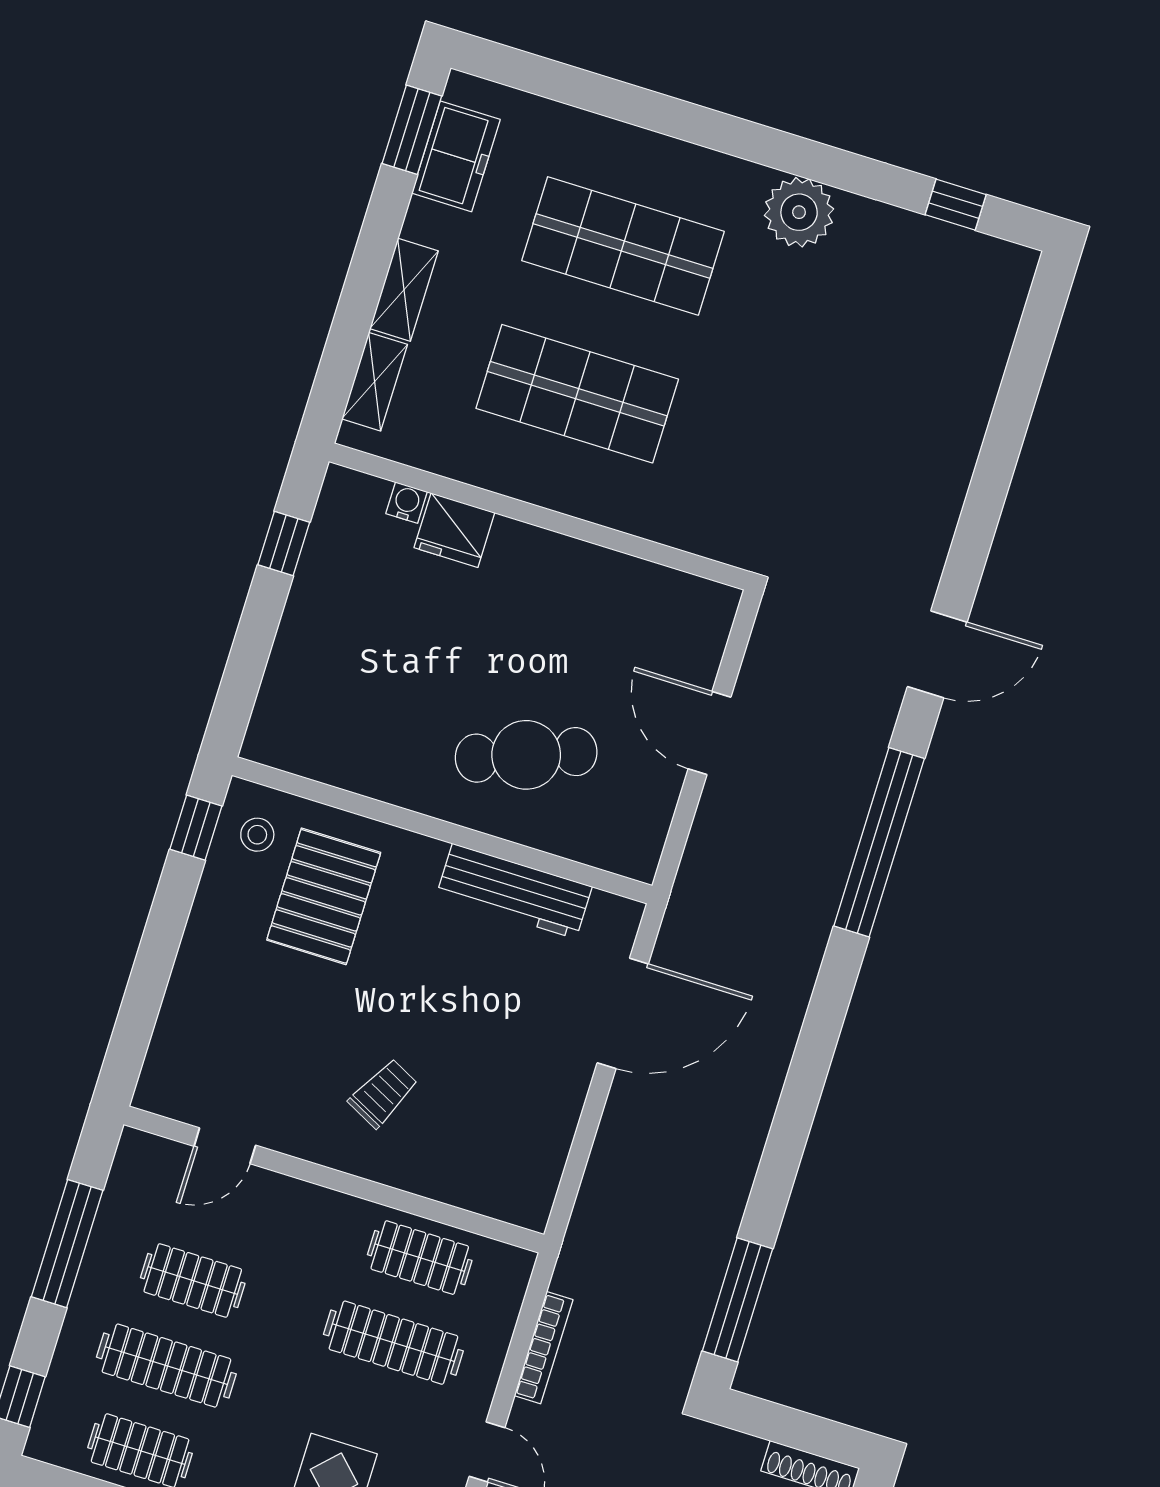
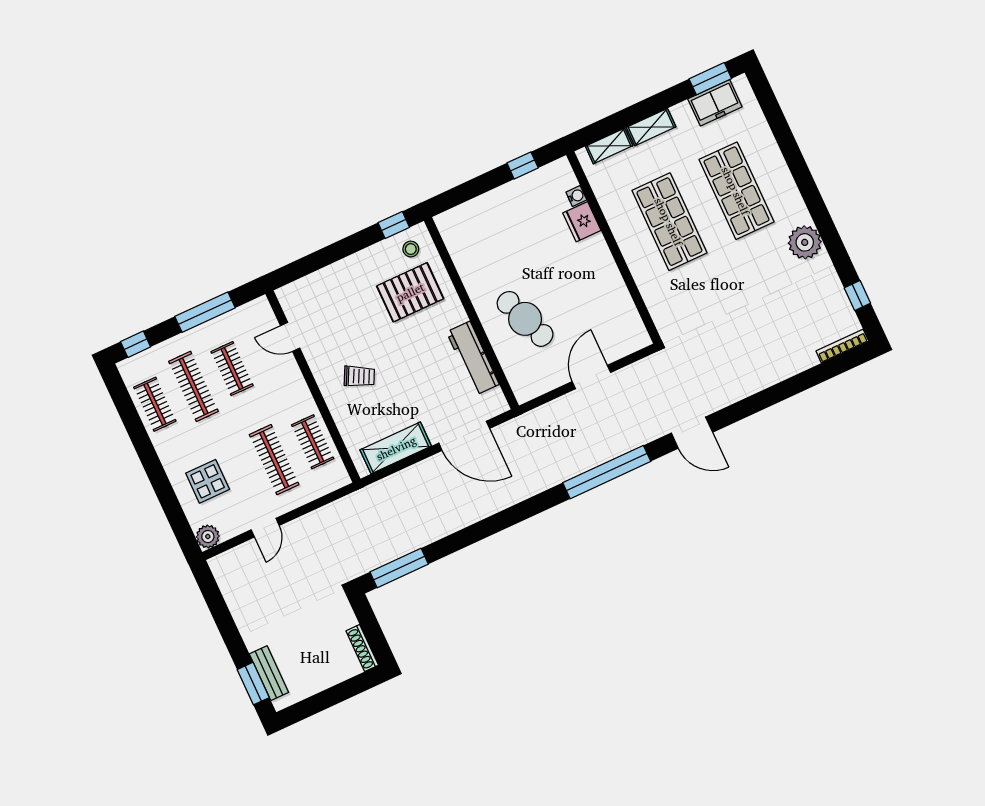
shelving: (546, 1137) -> (396, 448), added
bookcase: (544, 1348) -> (842, 346), moved, turned 180

